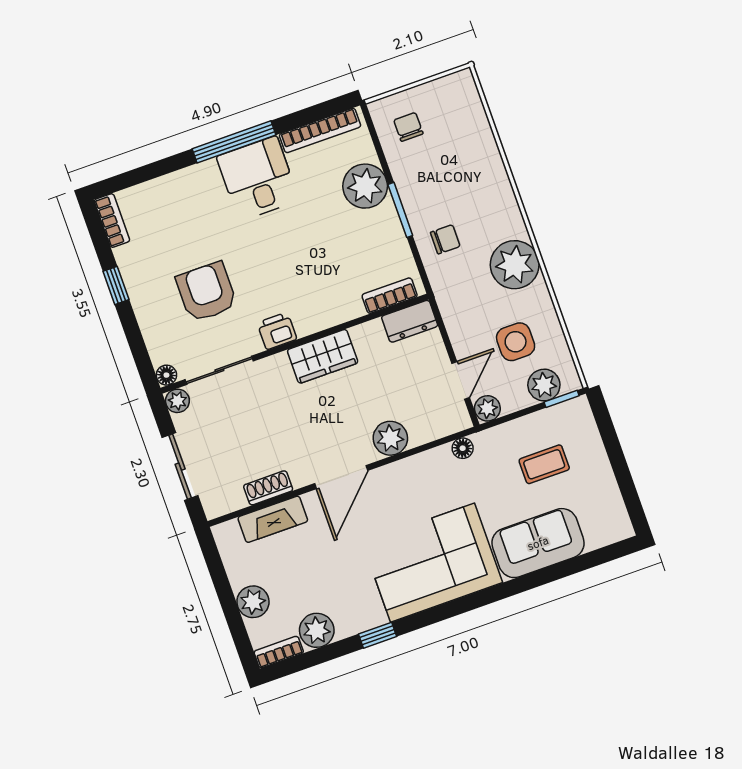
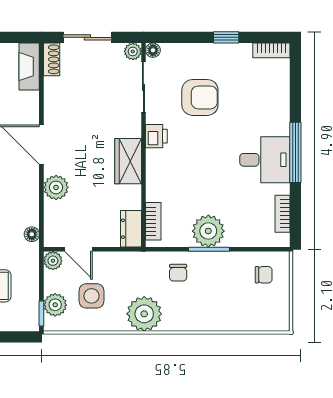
bookcase: (320, 130) -> (282, 214), width x0.64
plant: (365, 186) -> (208, 231), moved
shoe rack: (268, 488) -> (52, 59), moved
fireplace: (273, 519) -> (29, 67), moved

